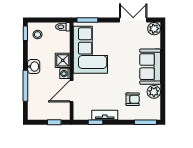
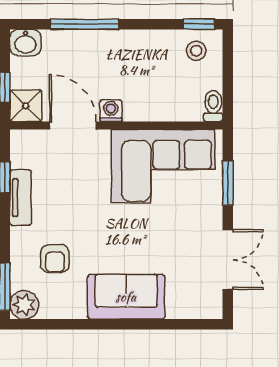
window: (87, 20) -> (228, 183), moved
plant: (154, 29) -> (209, 305), removed
shower: (63, 60) -> (26, 106), moved
washbasin: (34, 67) -> (25, 42), moved
plant: (154, 92) -> (24, 305), moved

